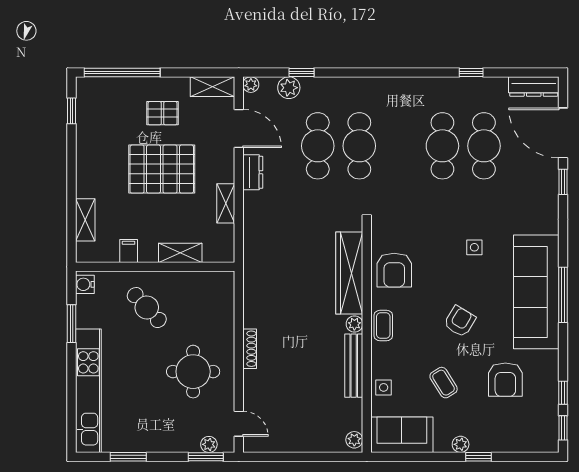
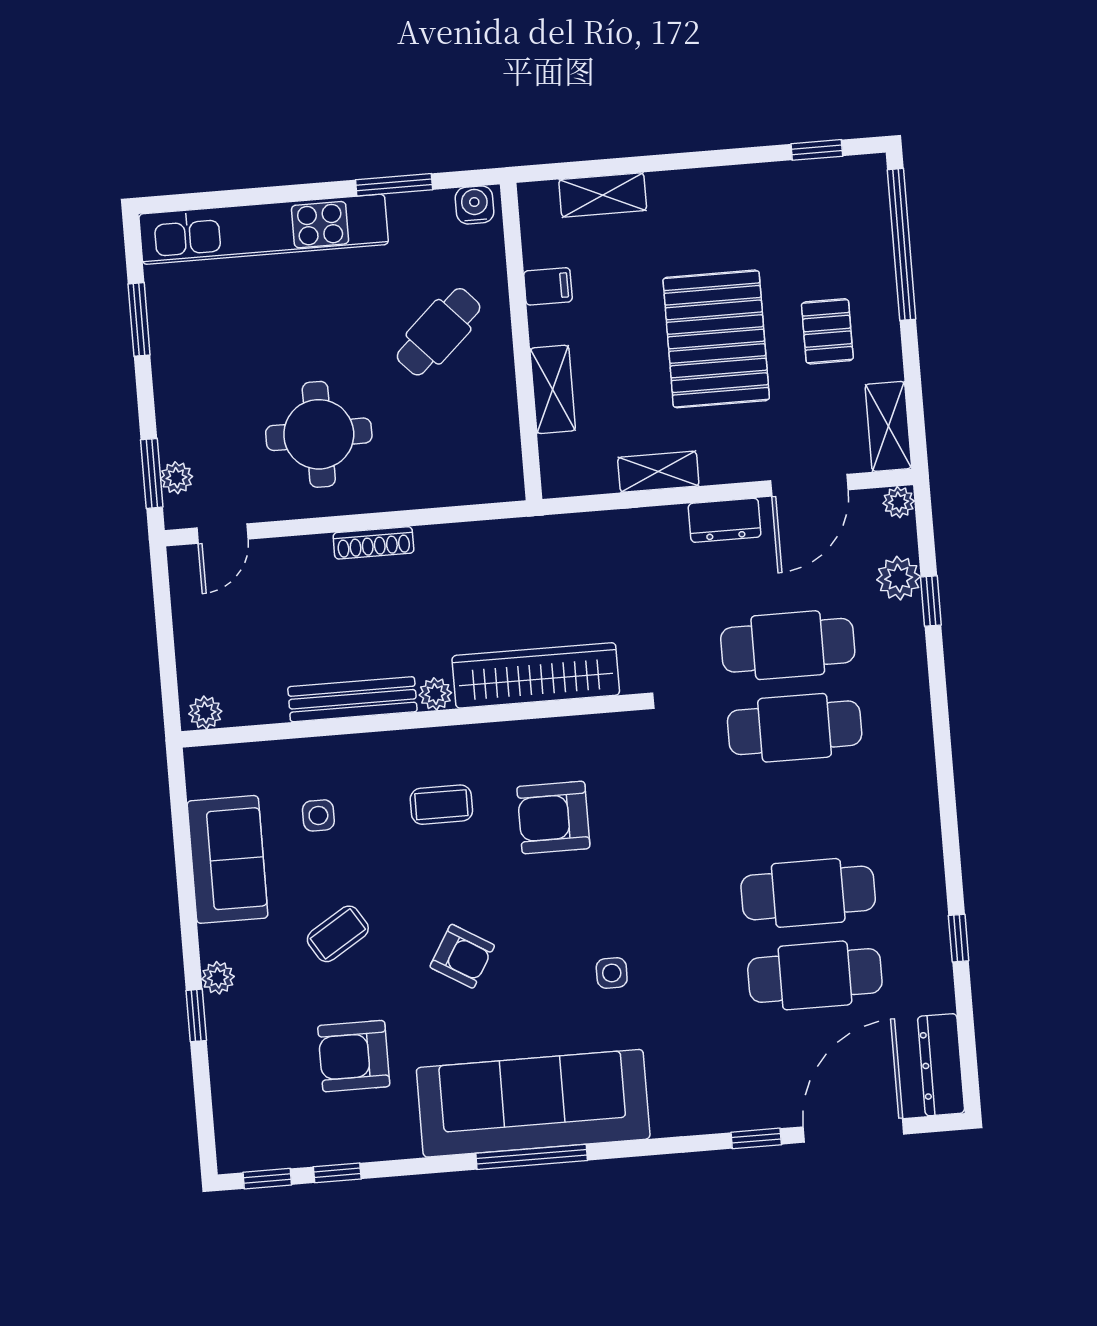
wardrobe: (349, 273) -> (536, 675), moved
plant: (354, 324) -> (435, 694), moved
wall: (367, 338) -> (410, 721), moved
bench: (354, 366) -> (352, 699), moved
plant: (354, 440) -> (205, 712), moved

